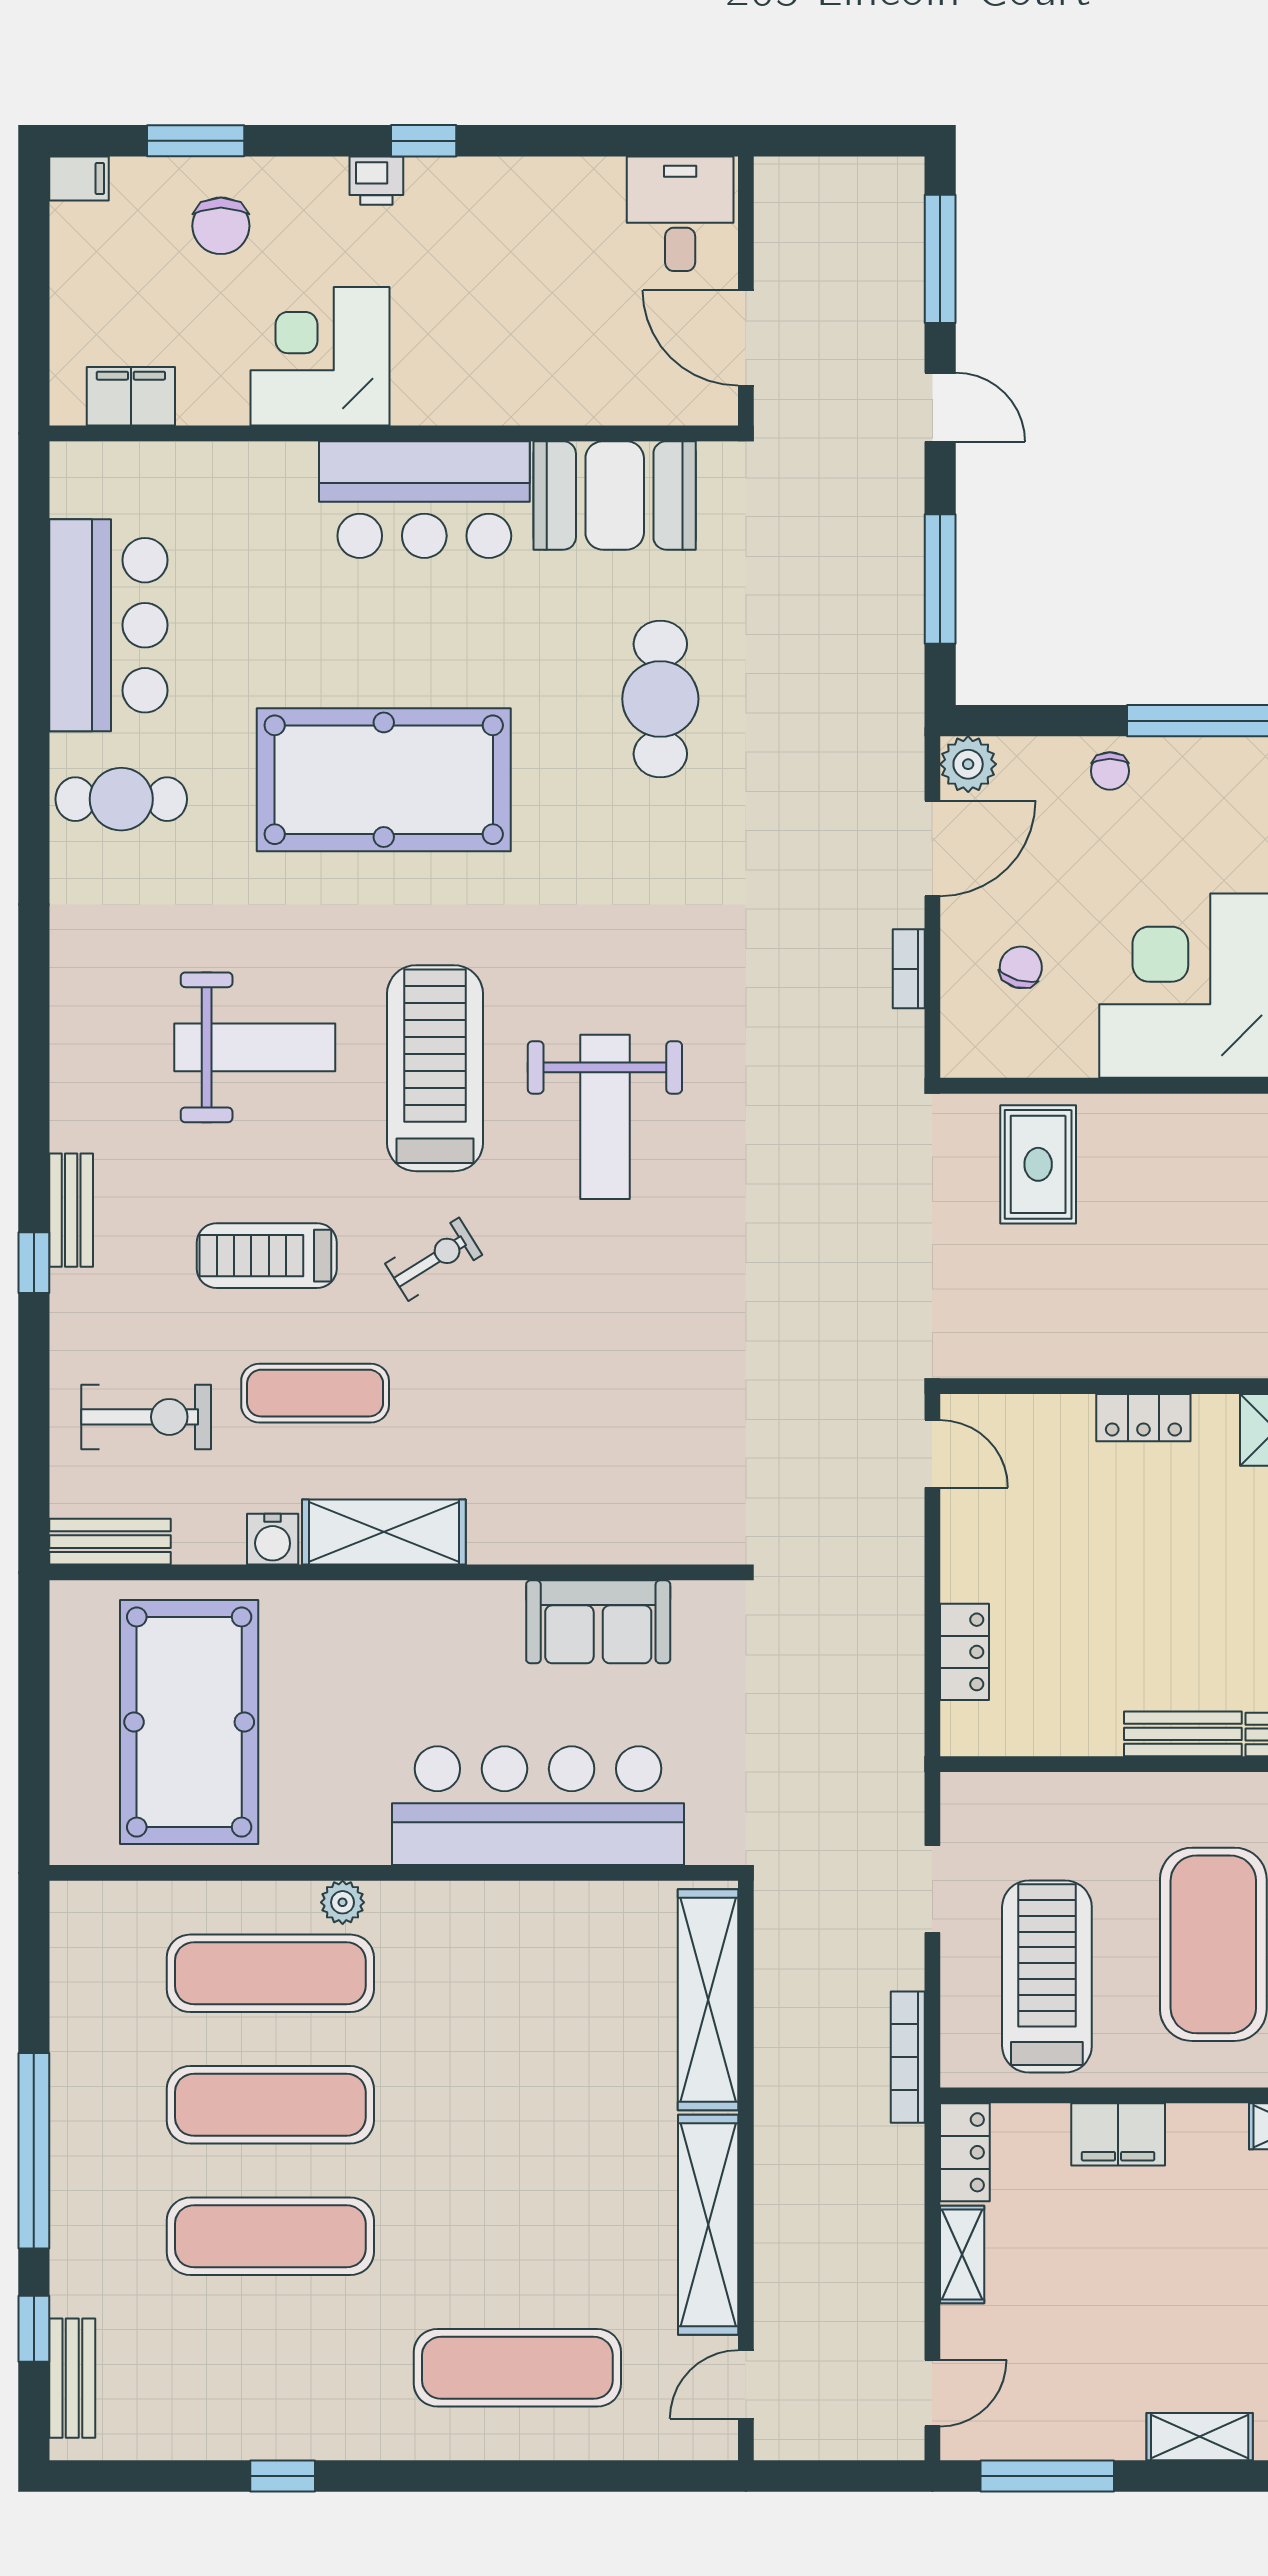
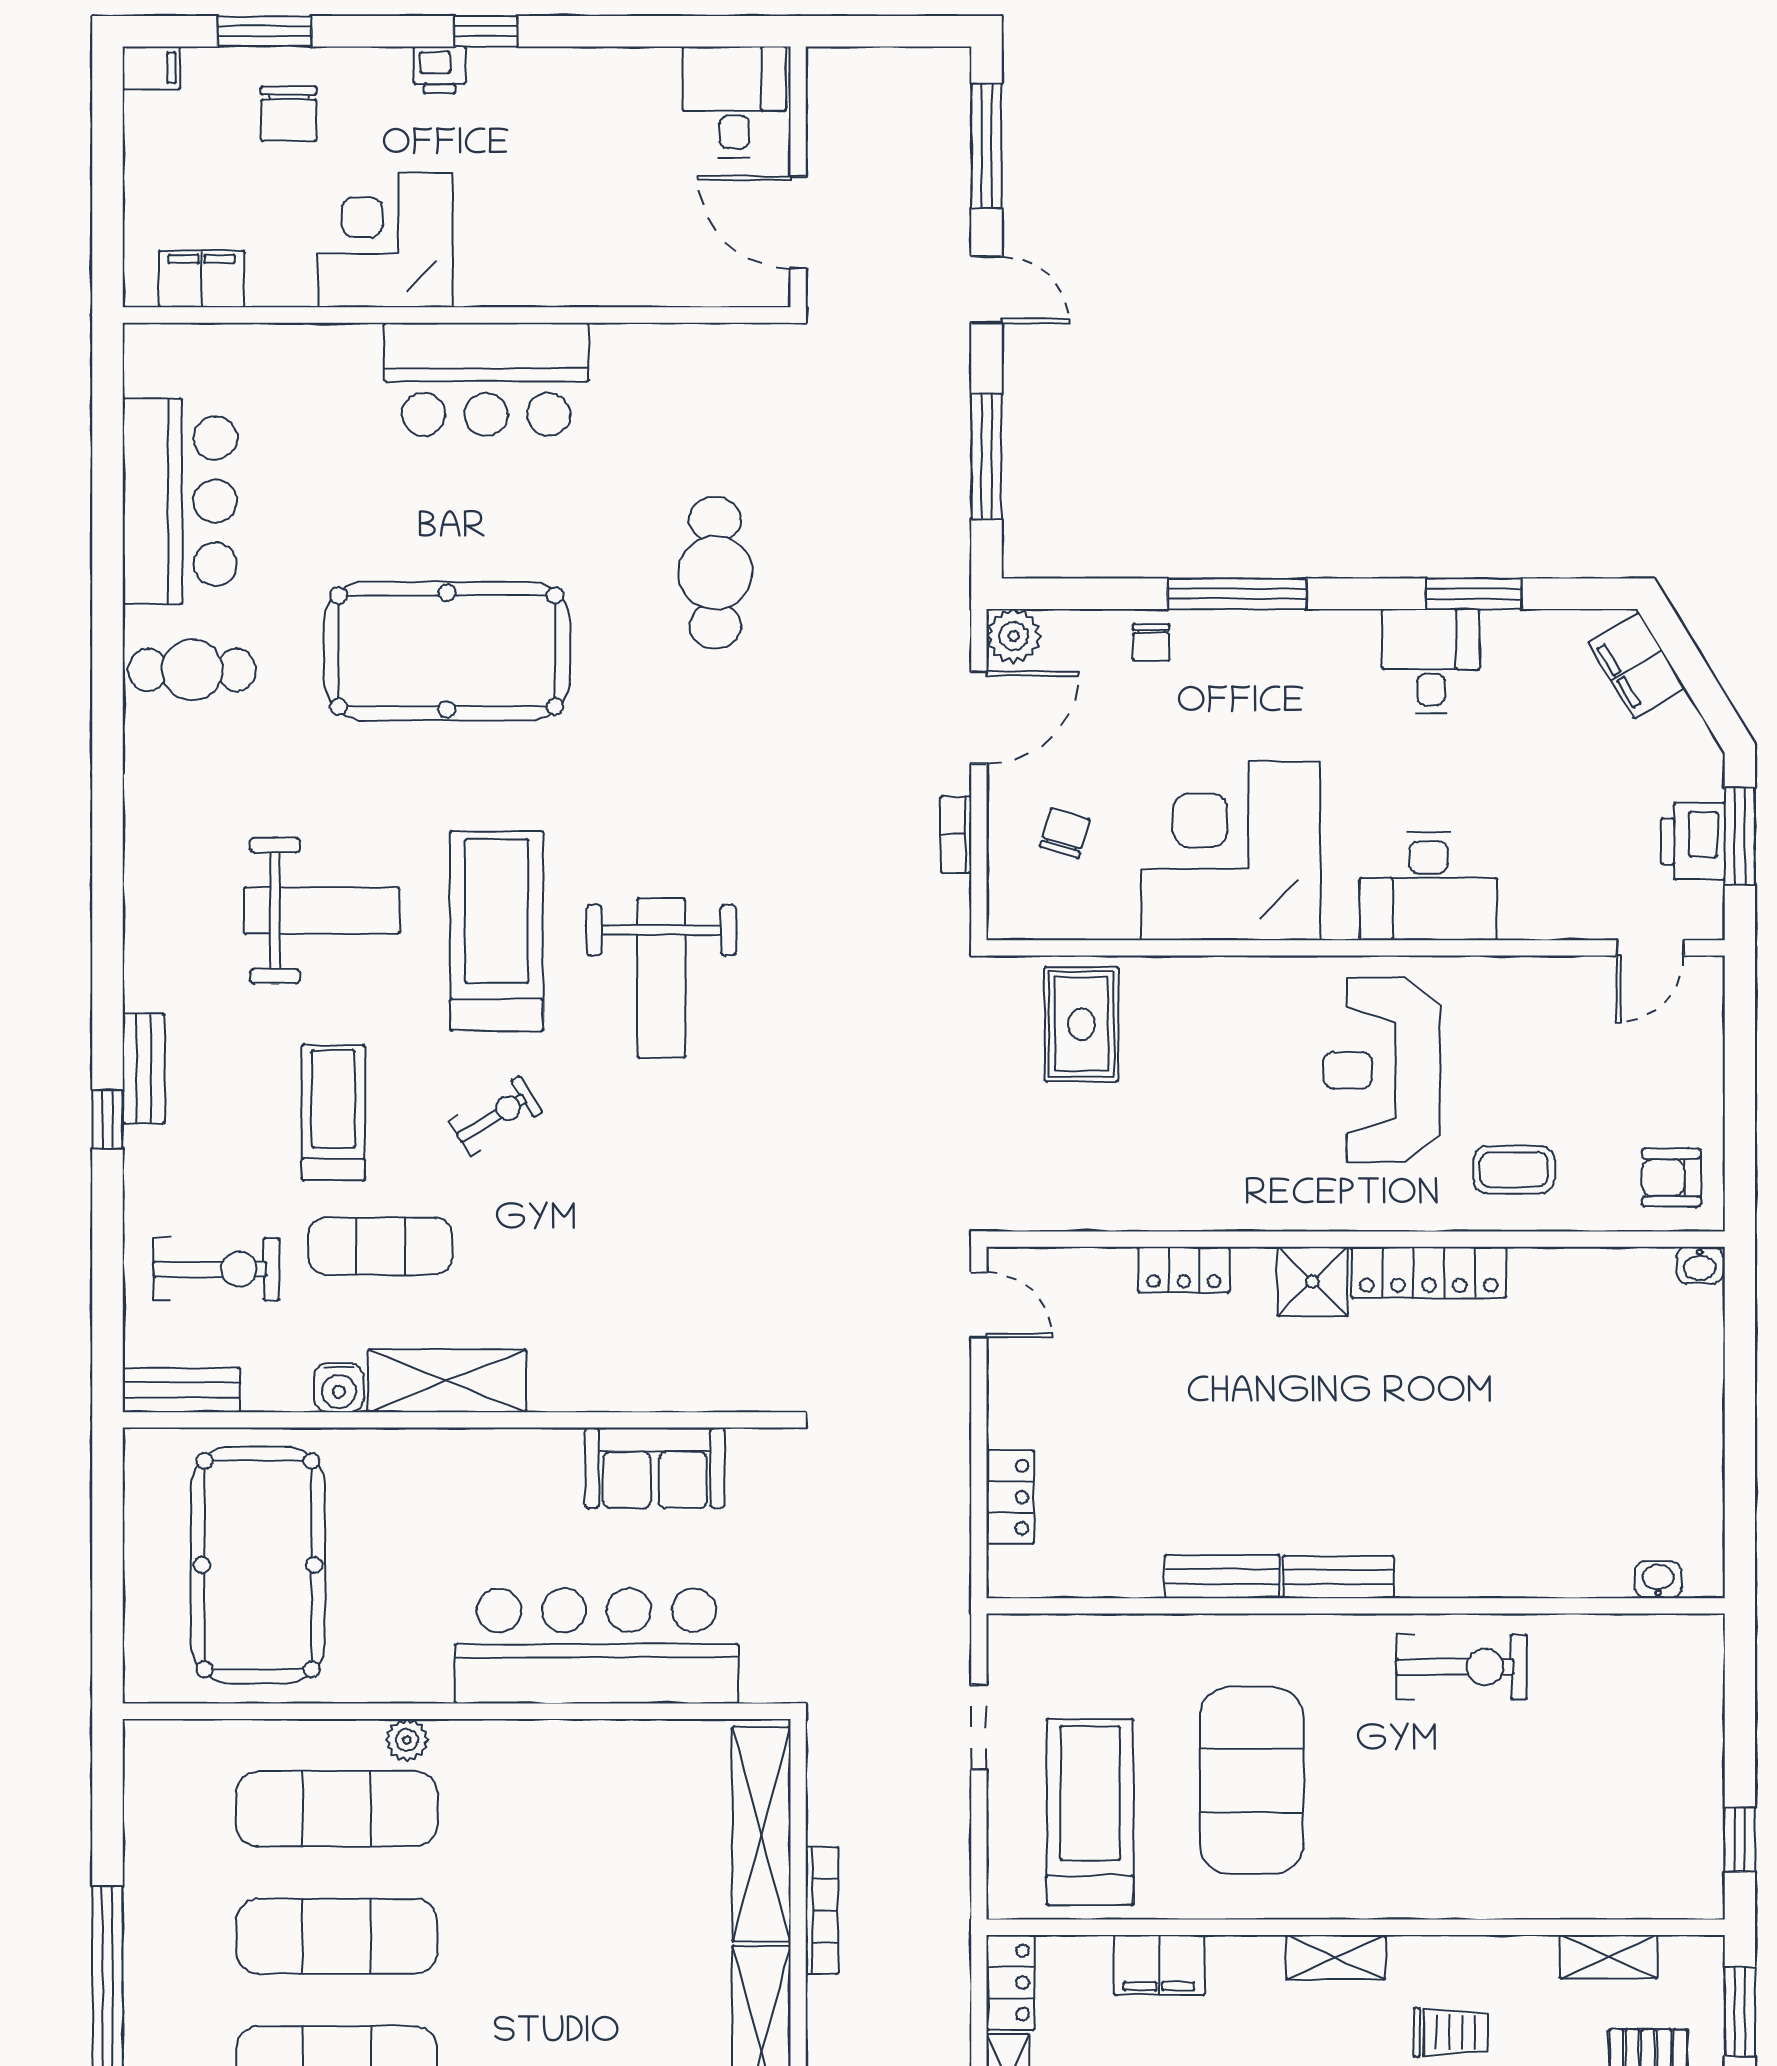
booth: (615, 495) -> (671, 375), removed
treadmill: (267, 1256) -> (333, 1113), turned 90
bookcase: (908, 2057) -> (822, 1911), moved, turned 180

